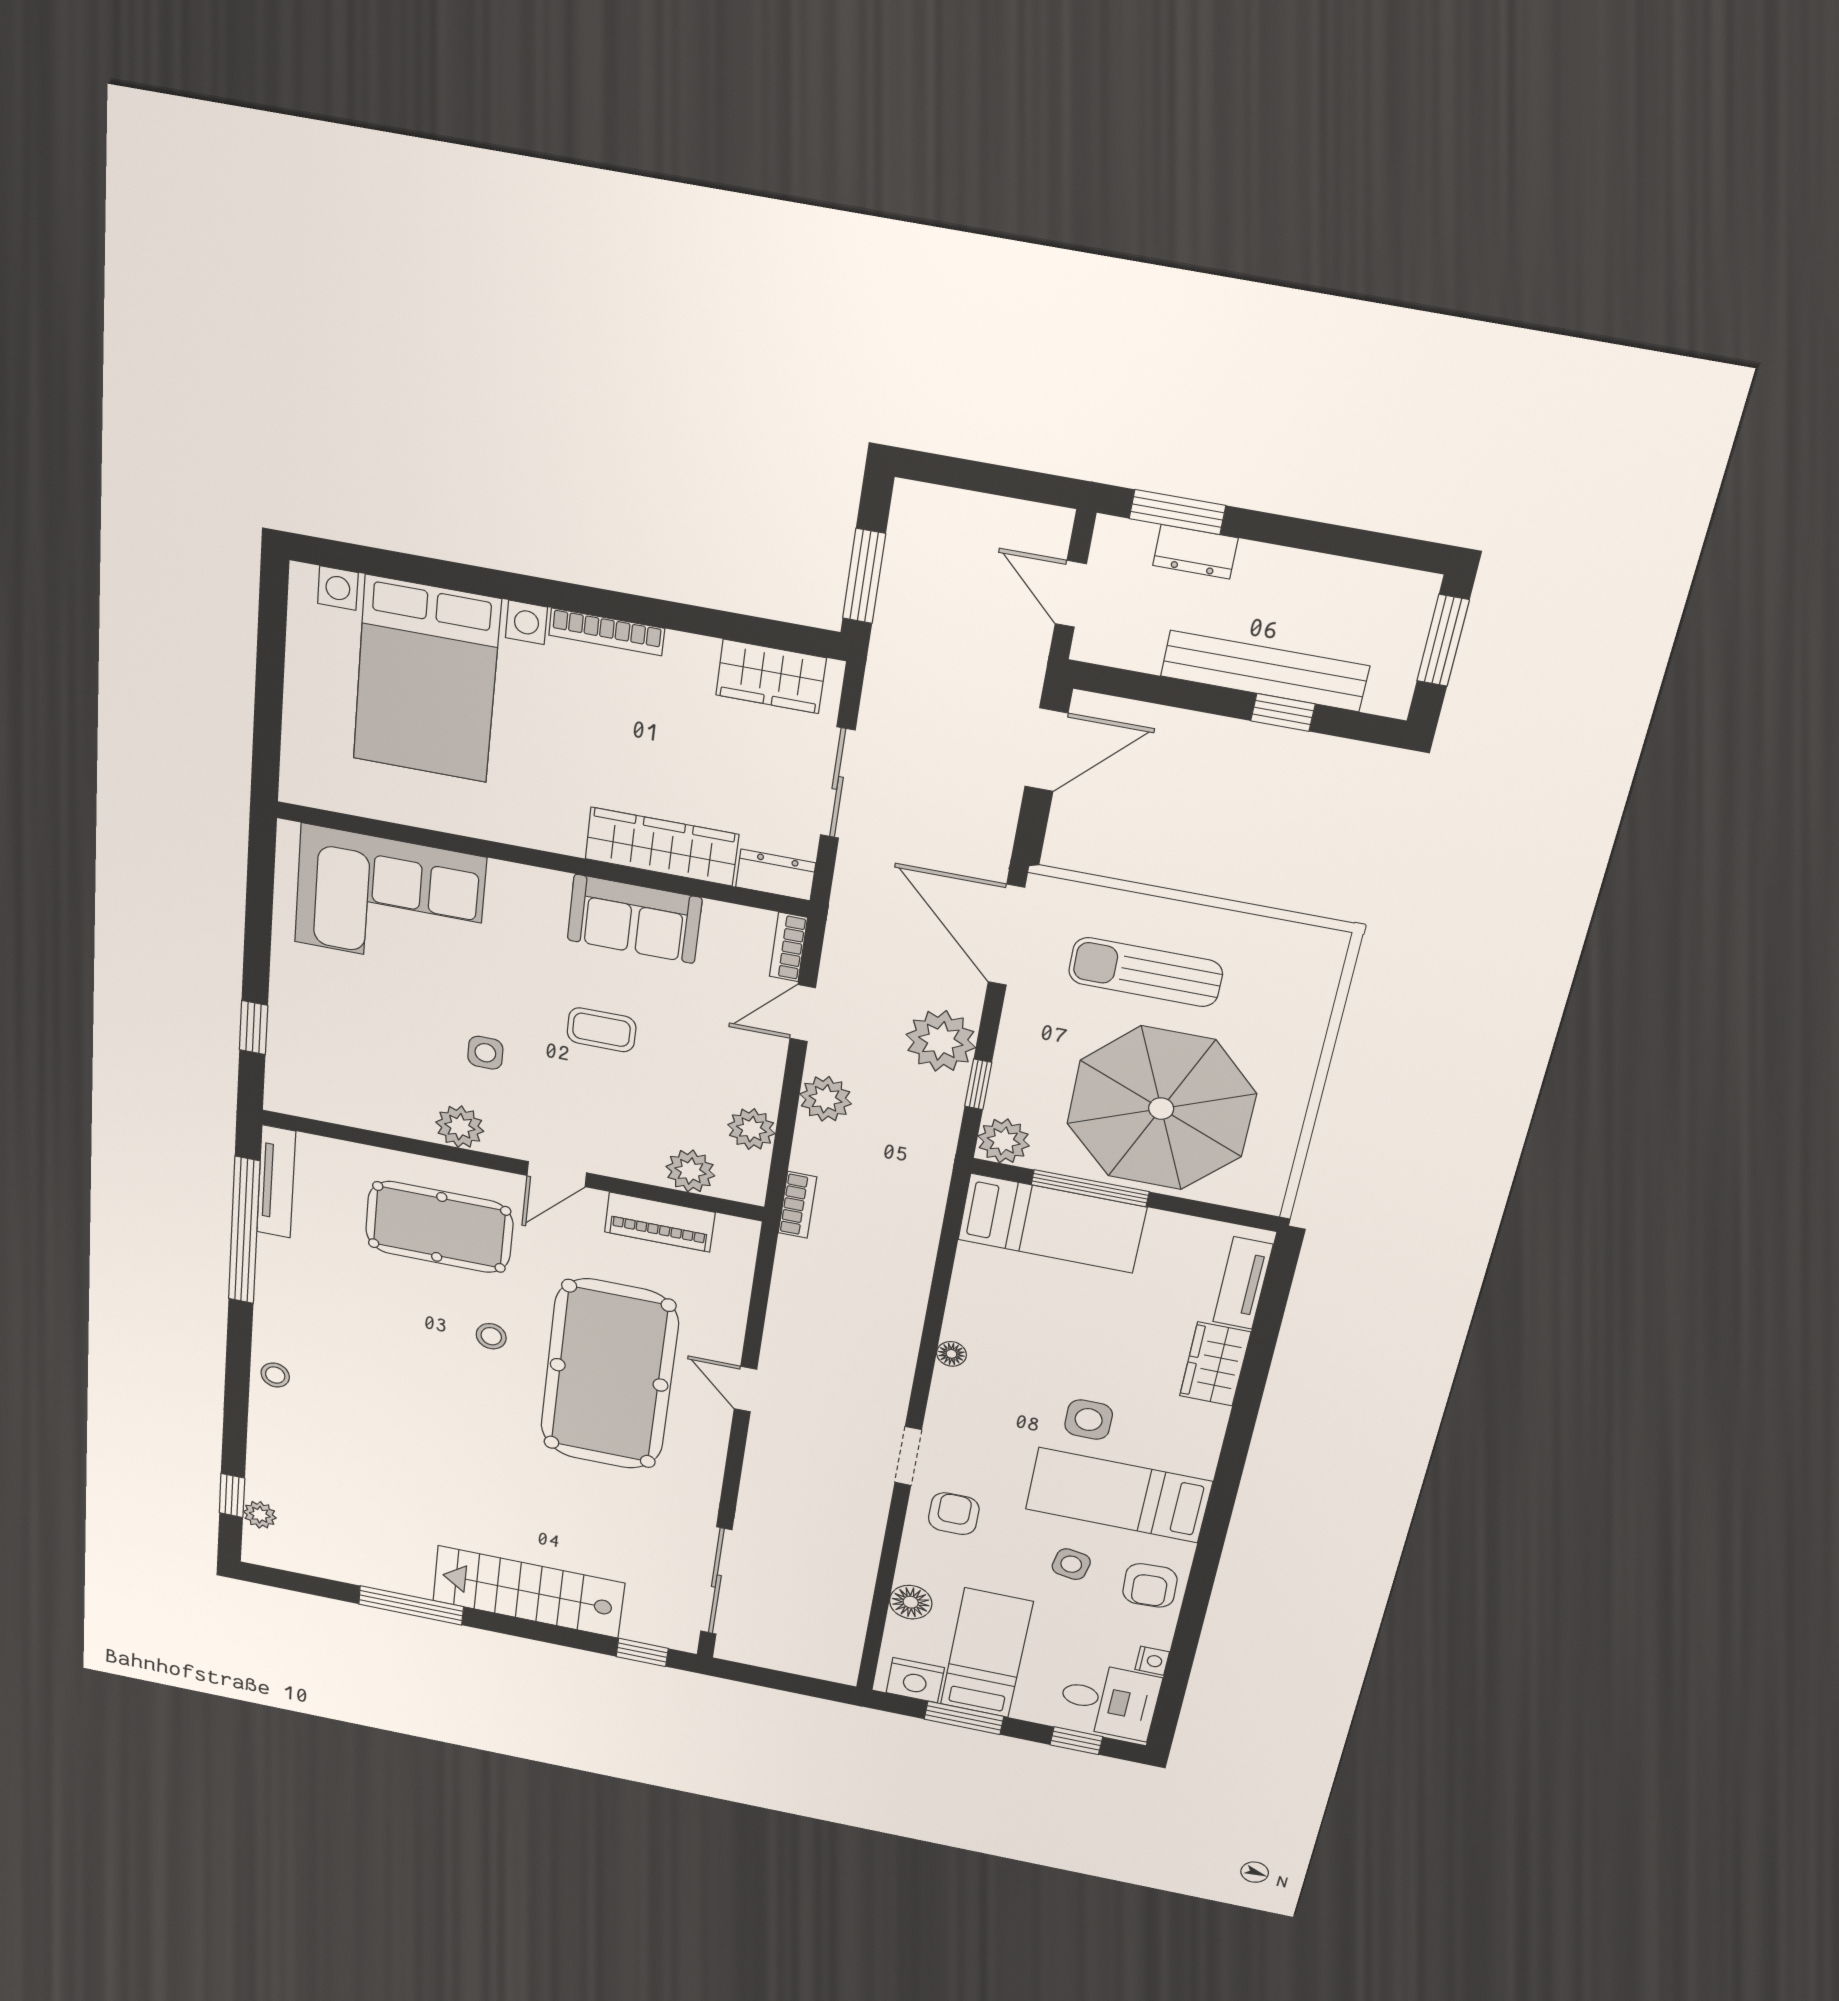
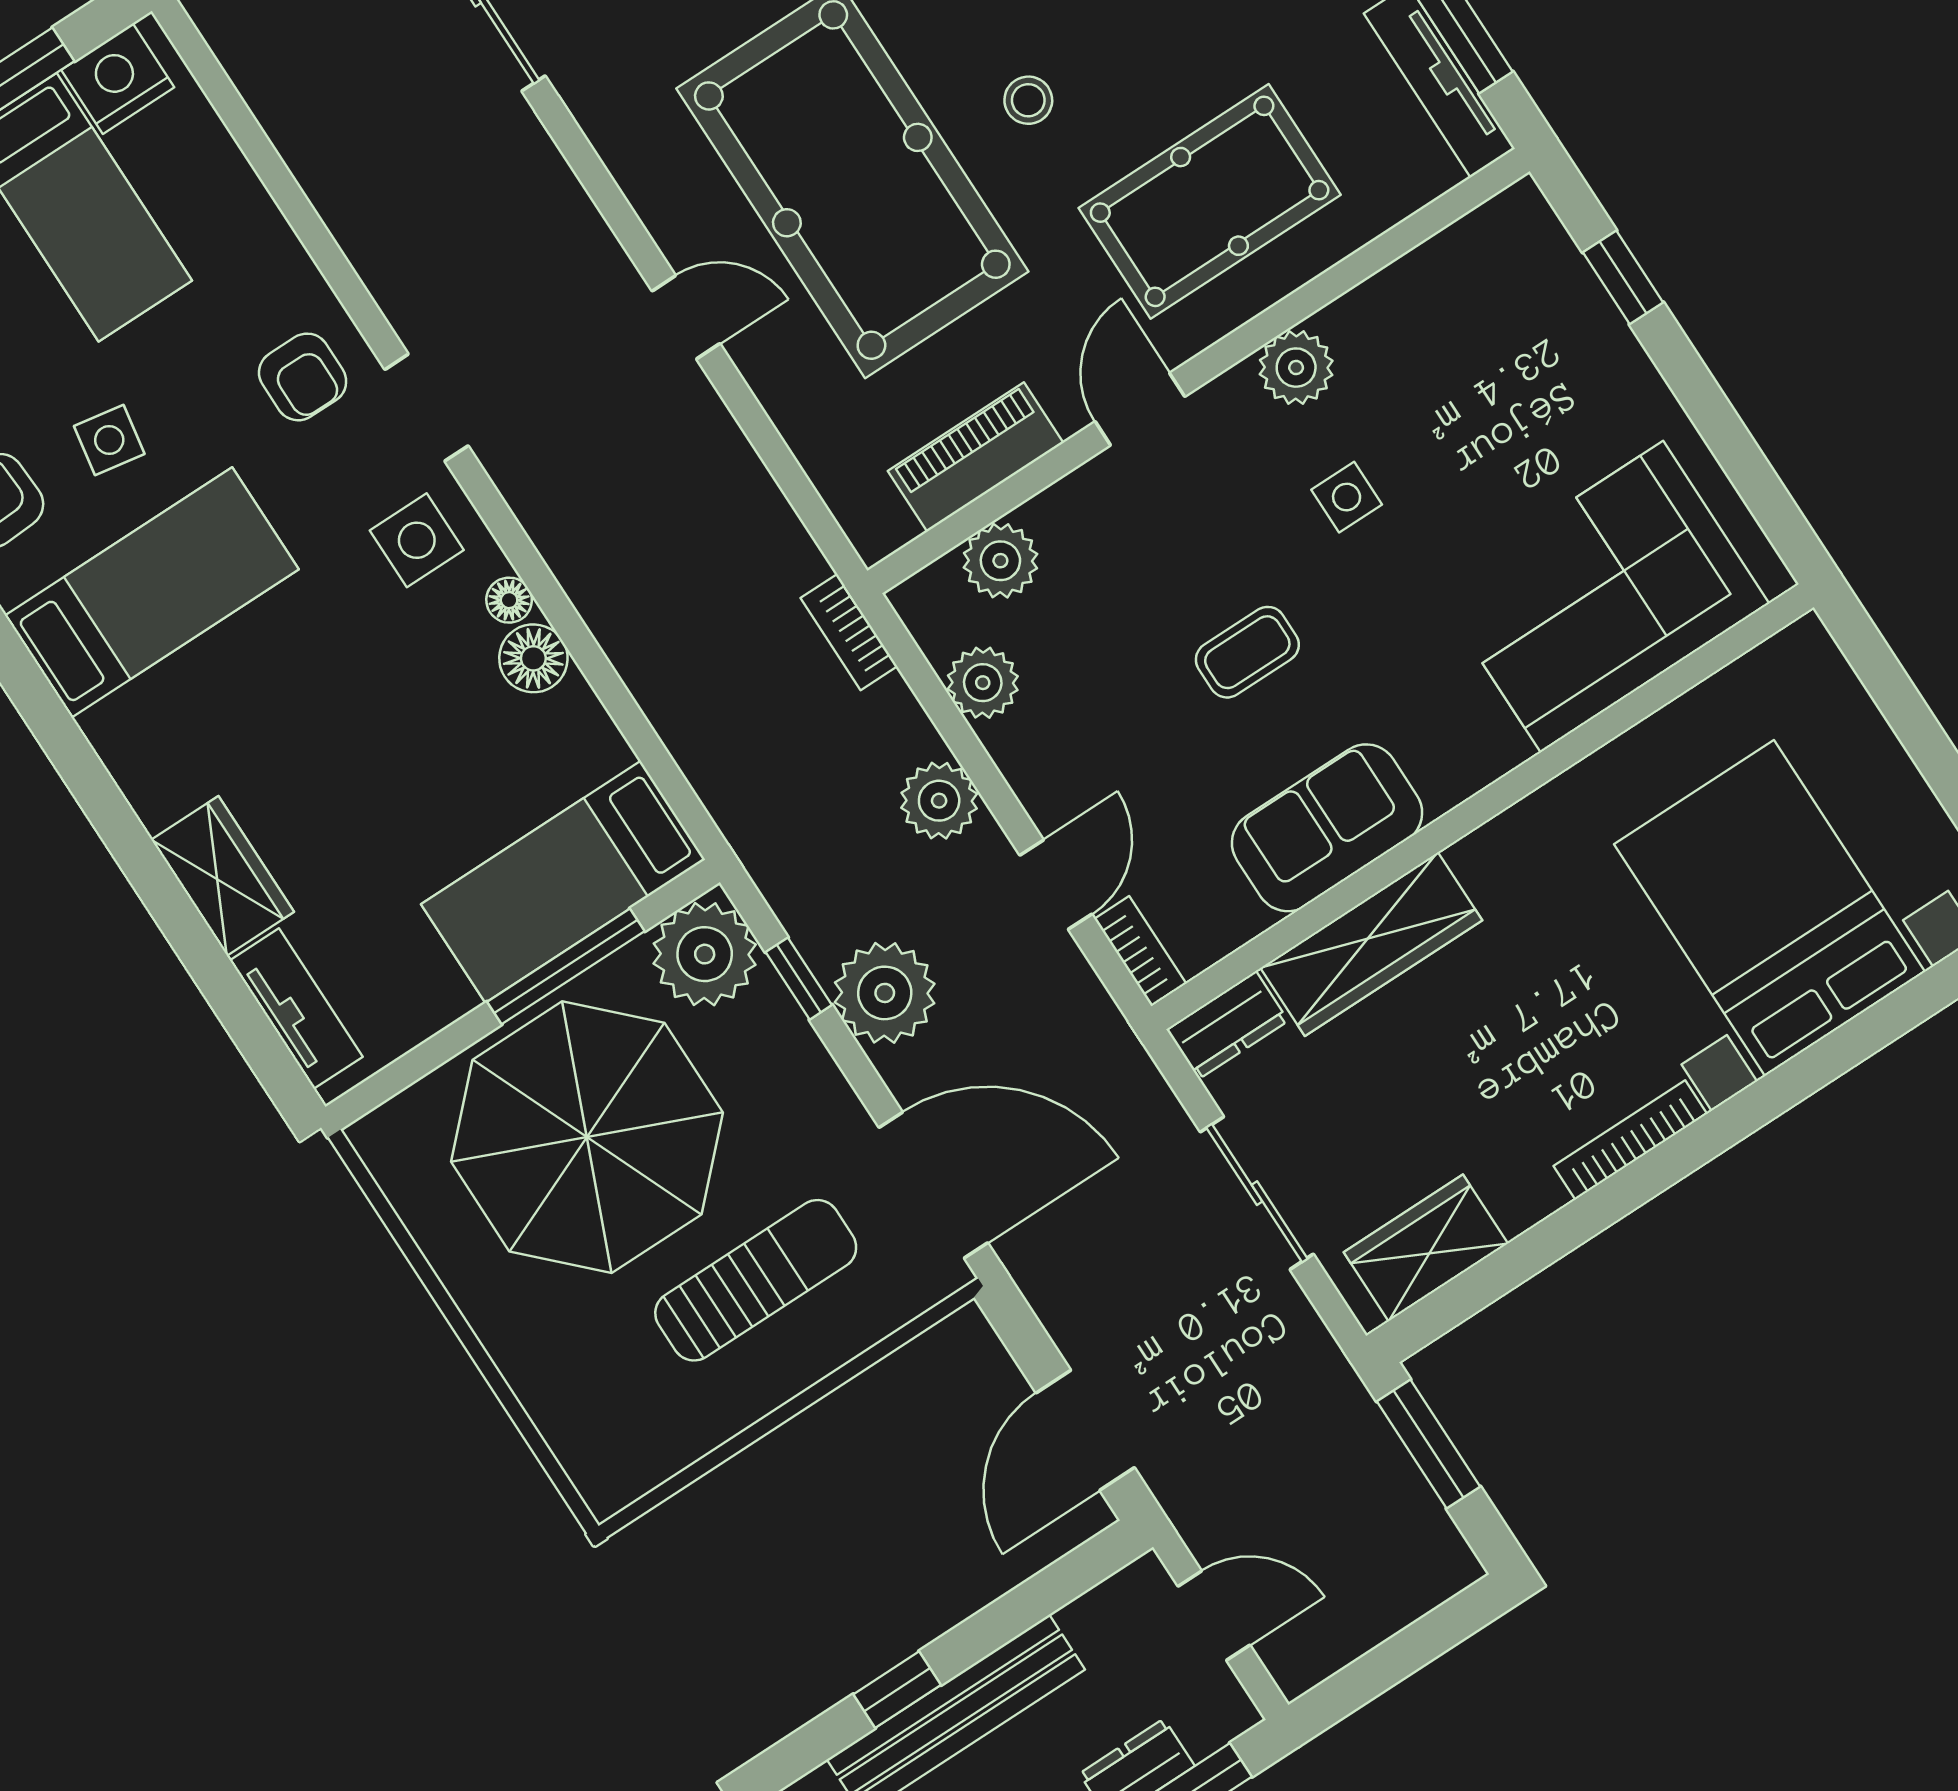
plant: (1004, 1141) -> (705, 954), width x1.36, depth x1.36
side table: (1089, 1420) -> (417, 540), moved
floor lamp: (911, 1602) -> (533, 658), moved

